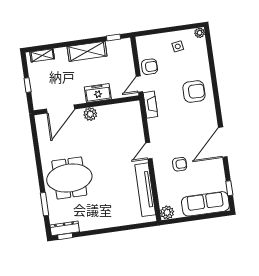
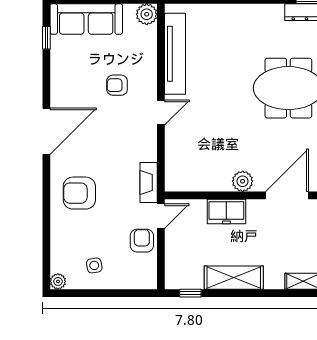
armchair: (149, 67) -> (142, 241), turned 90
door: (223, 142) -> (46, 131), moved

